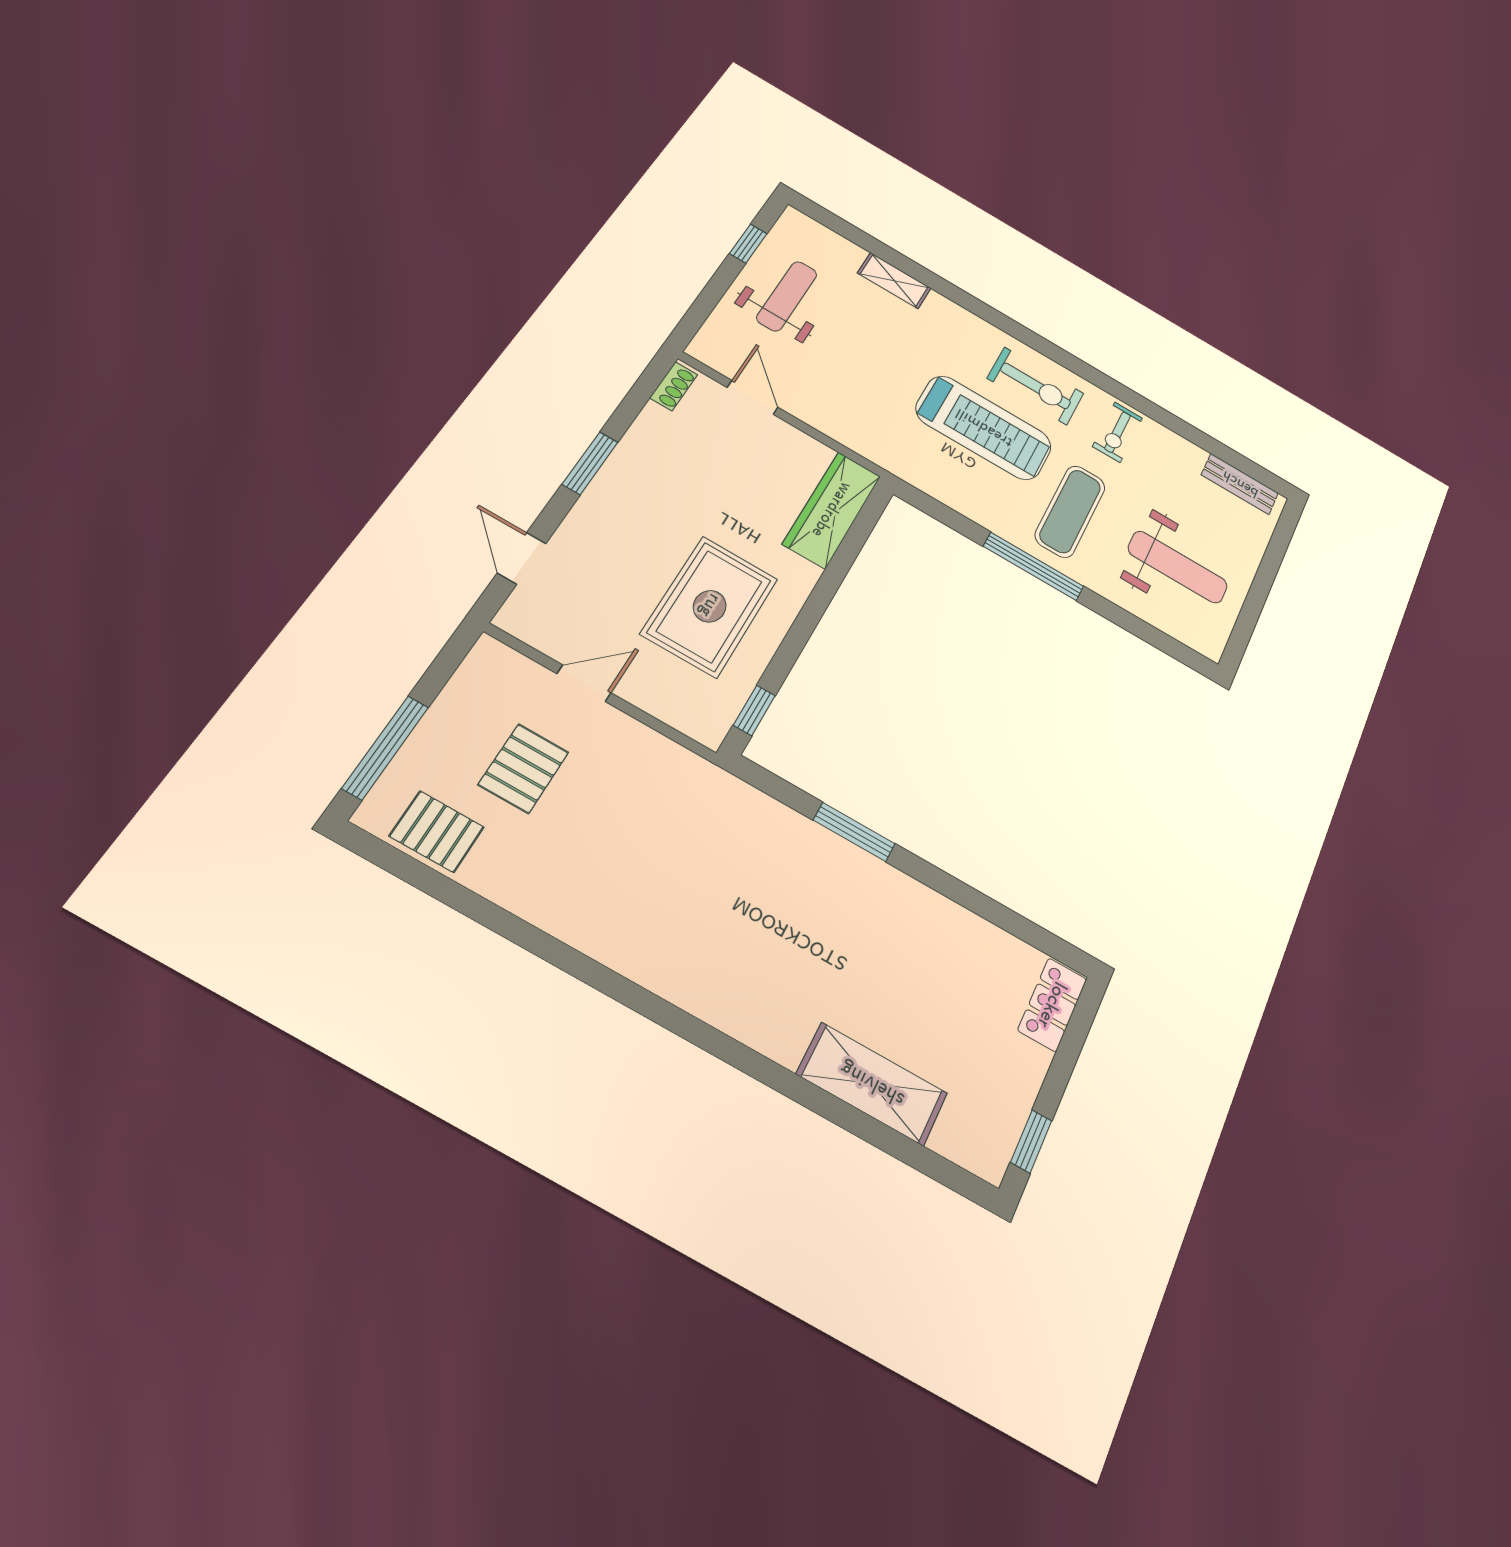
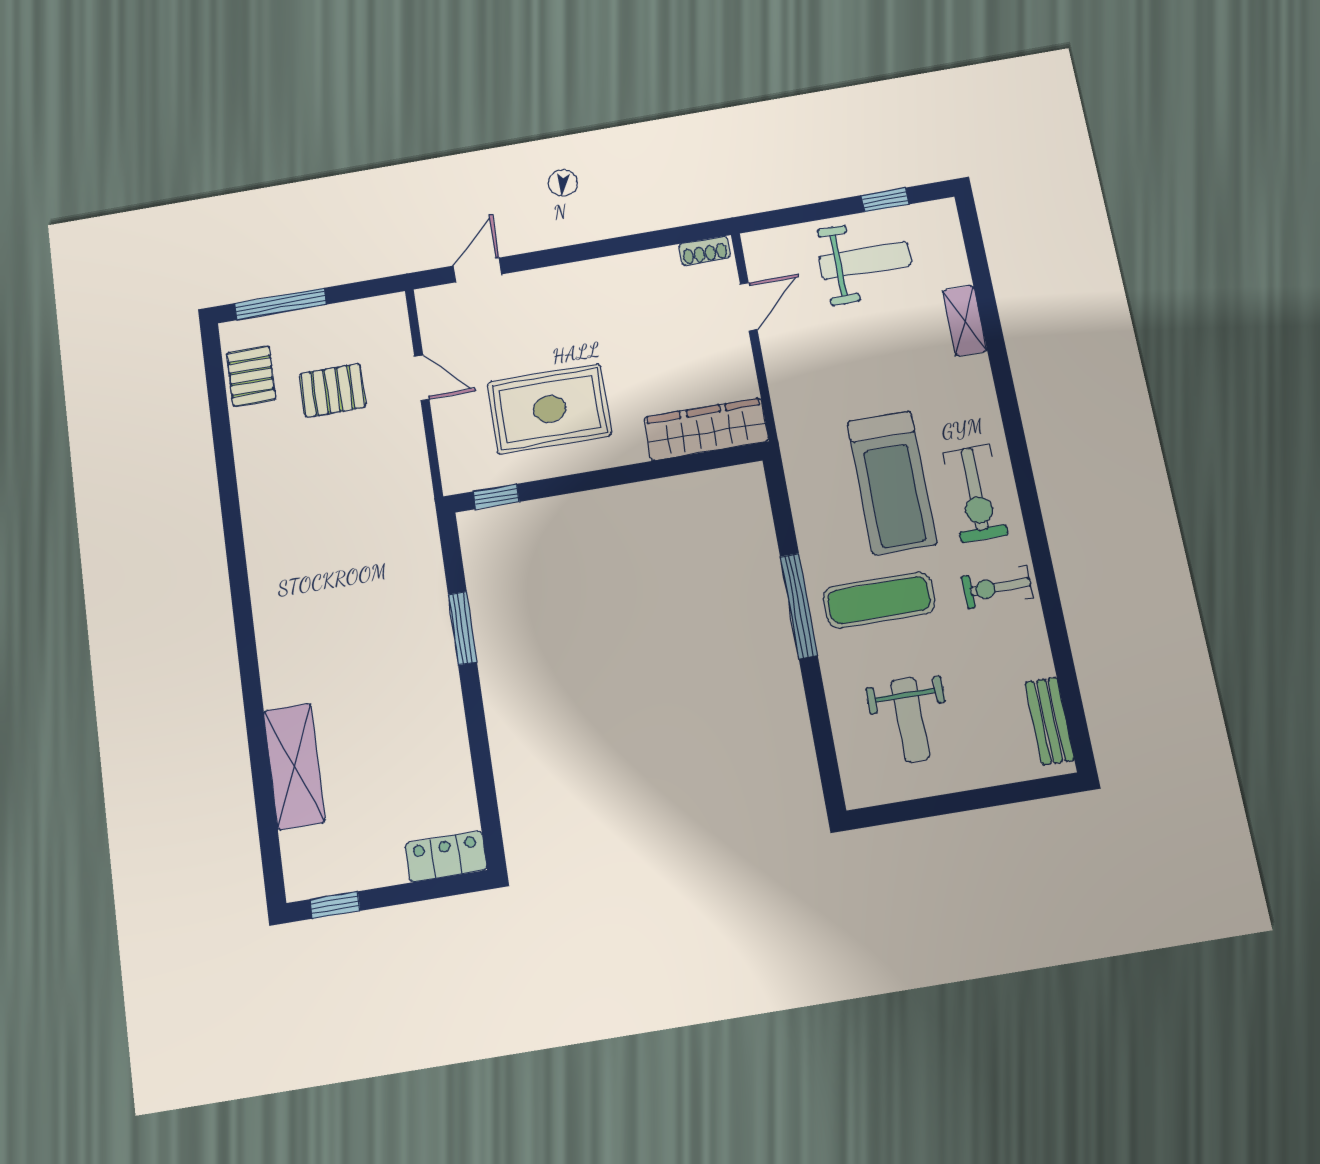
window: (590, 463) -> (589, 251), removed
weight bench: (1178, 567) -> (910, 720), width x0.73, depth x0.75

